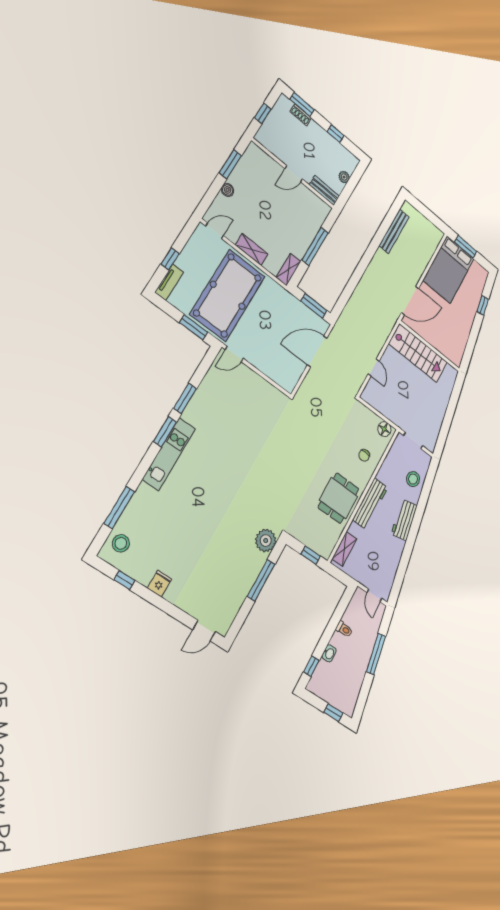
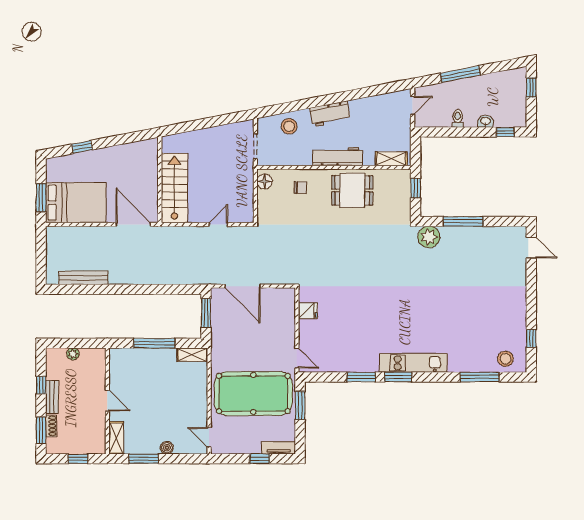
bench: (324, 191) -> (52, 397), moved
shelving: (252, 250) -> (116, 438), moved
fridge: (159, 584) -> (308, 311), moved, turned 180

